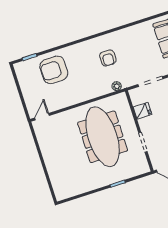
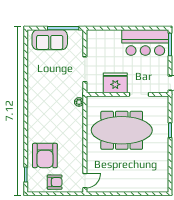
armchair: (108, 58) -> (55, 182), moved
fridge: (142, 111) -> (115, 83), width x1.88, depth x1.34
door: (42, 117) -> (85, 181), swing flipped

